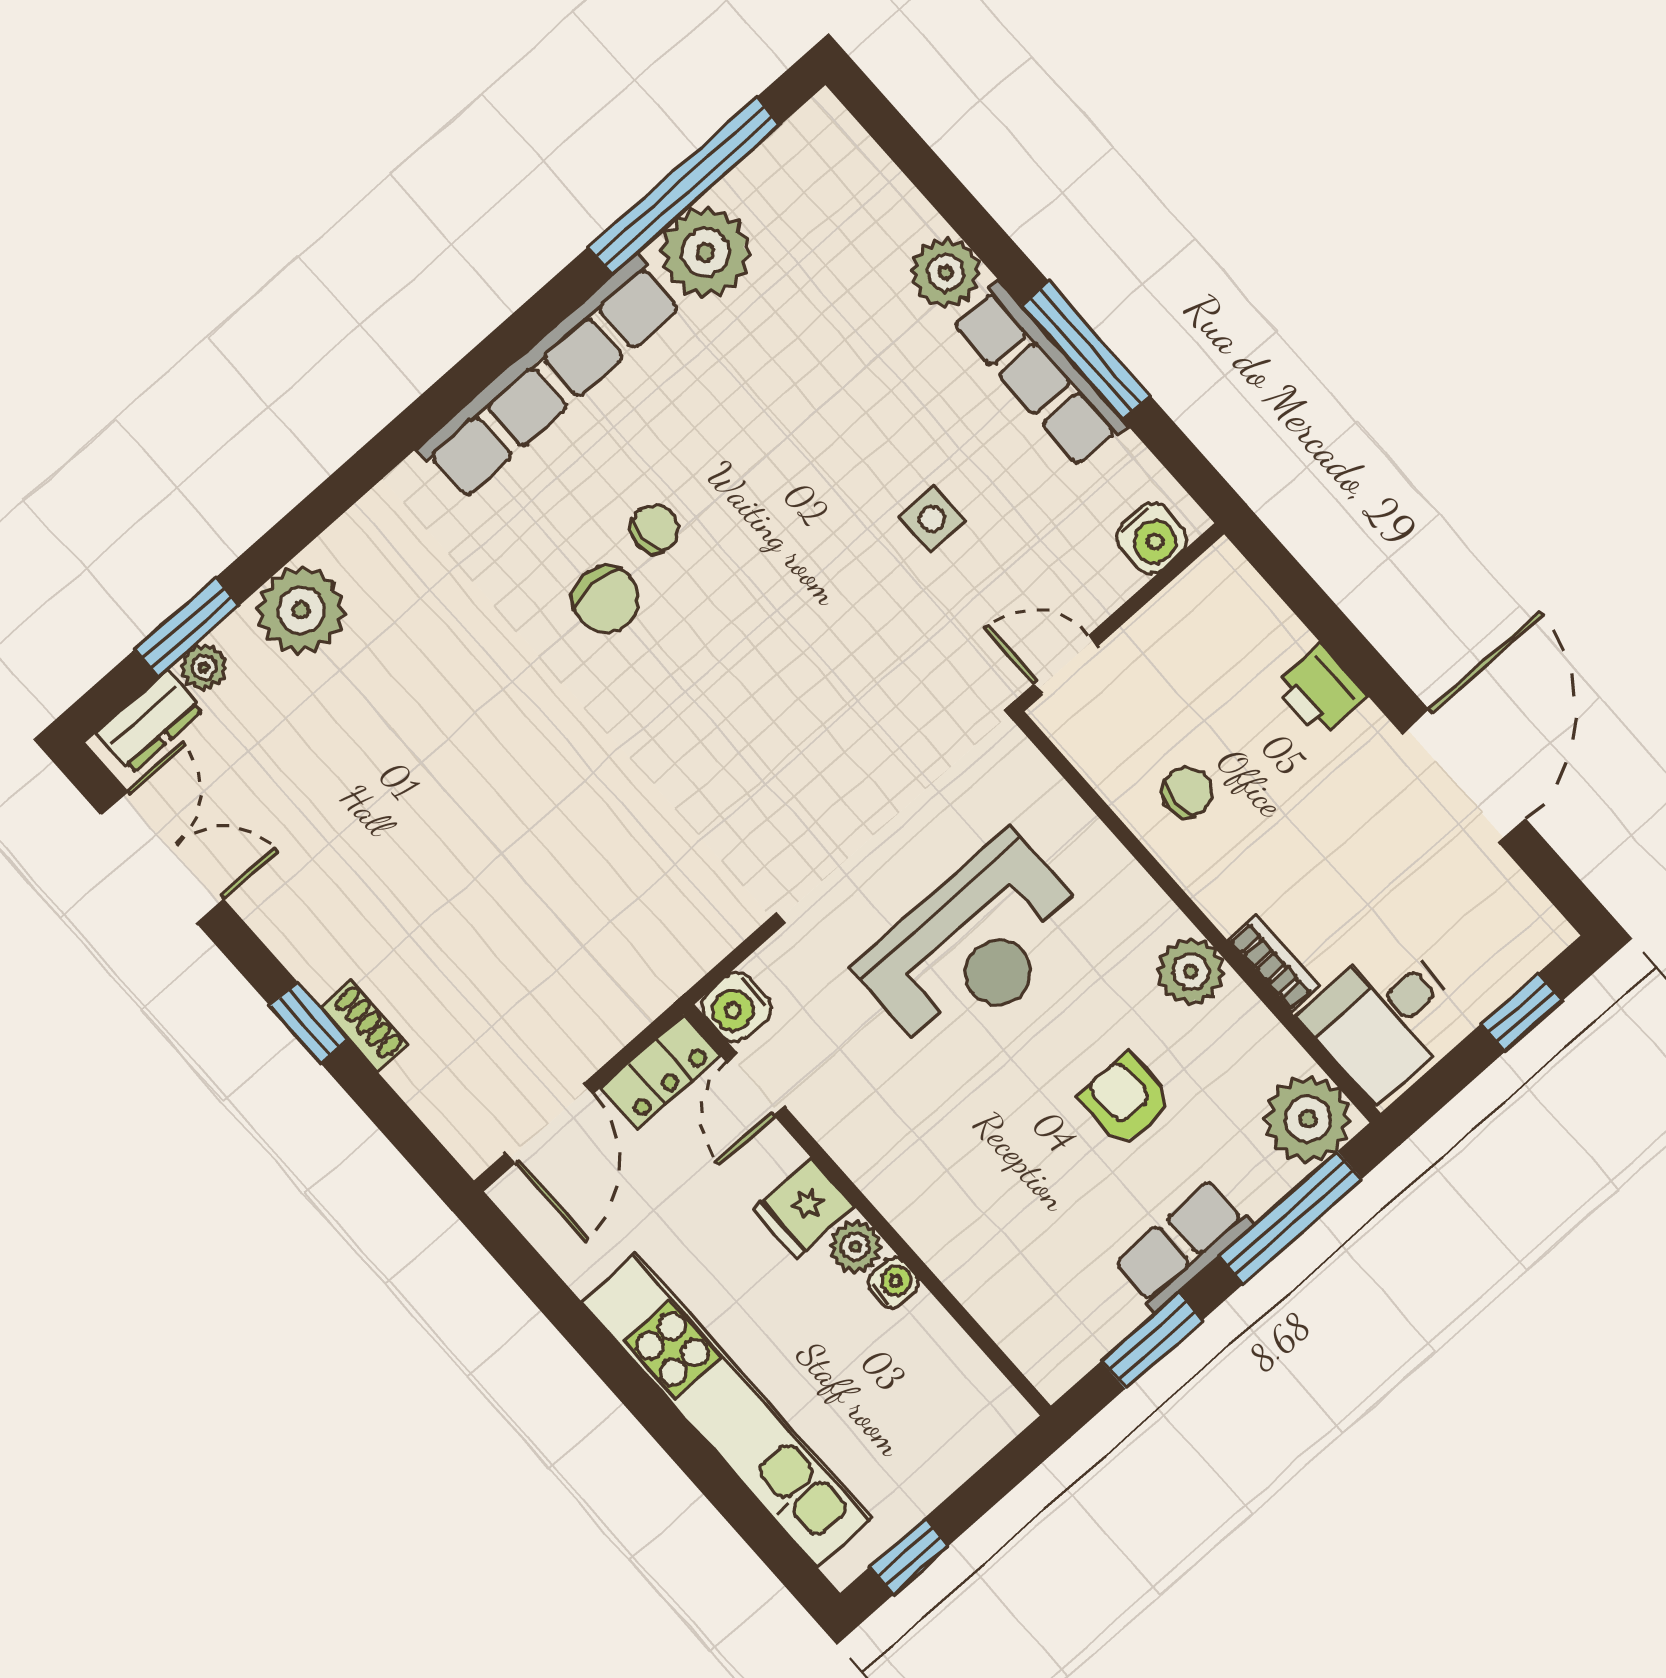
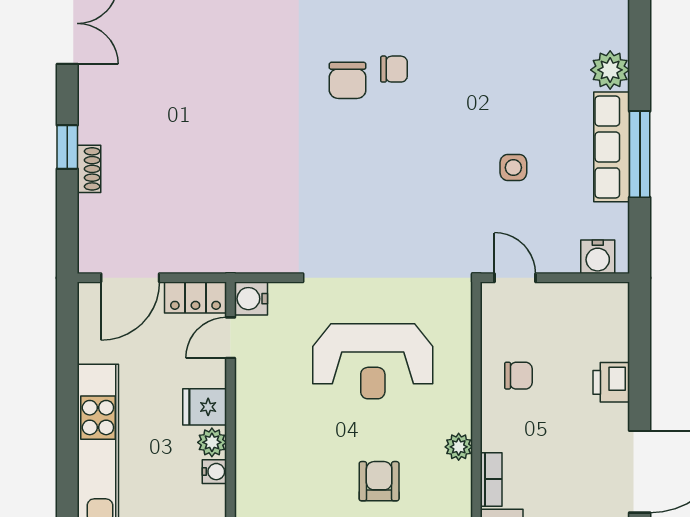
plant: (1191, 971) -> (459, 447), width x0.73, depth x0.73

